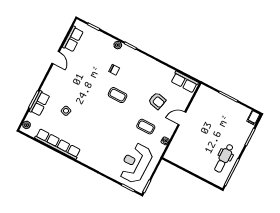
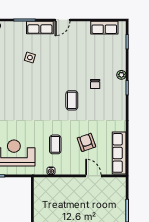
door: (56, 58) -> (62, 20), moved
row of seats: (185, 82) -> (119, 153), width x1.48
armchair: (157, 101) -> (86, 142), turned 148
row of seats: (40, 103) -> (40, 28), moved
door: (182, 118) -> (93, 176), moved

